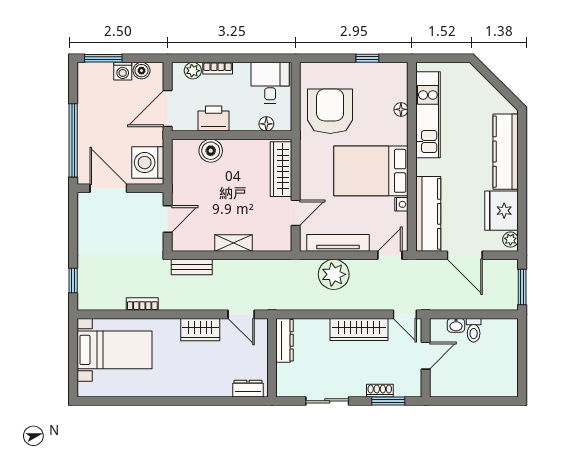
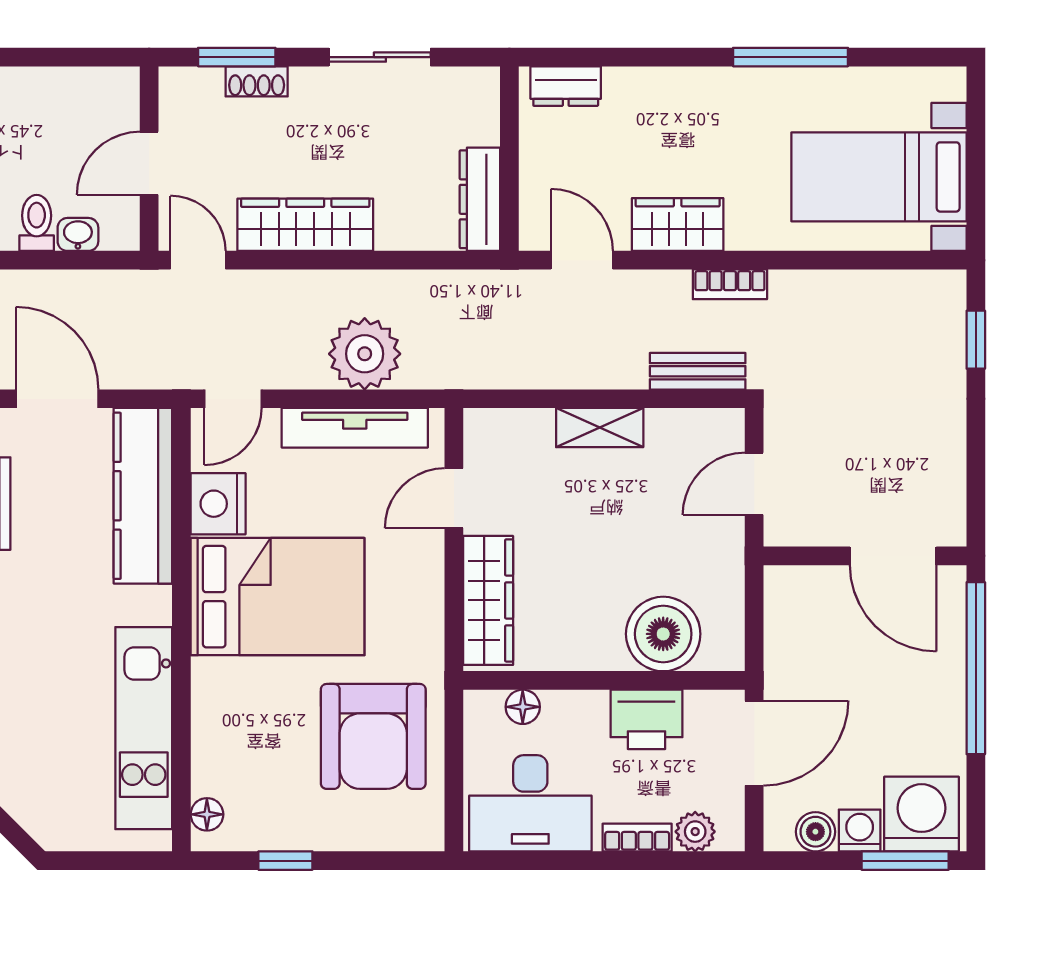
desk: (270, 83) -> (530, 803), width x1.37
floor lamp: (401, 109) -> (207, 814), moved
boiler: (211, 151) -> (663, 634), width x1.37, depth x1.37
washing machine: (148, 163) -> (921, 814), moved, turned -90
nightstand: (401, 204) -> (218, 504), width x1.89, depth x1.79
bookcase: (142, 304) -> (730, 284), moved
window: (152, 401) -> (790, 57), added

